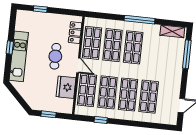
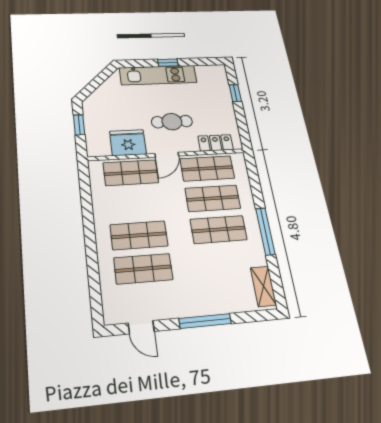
window: (187, 54) -> (205, 321), moved
shop shelf: (108, 92) -> (135, 203), removed
window: (101, 120) -> (86, 201), removed

